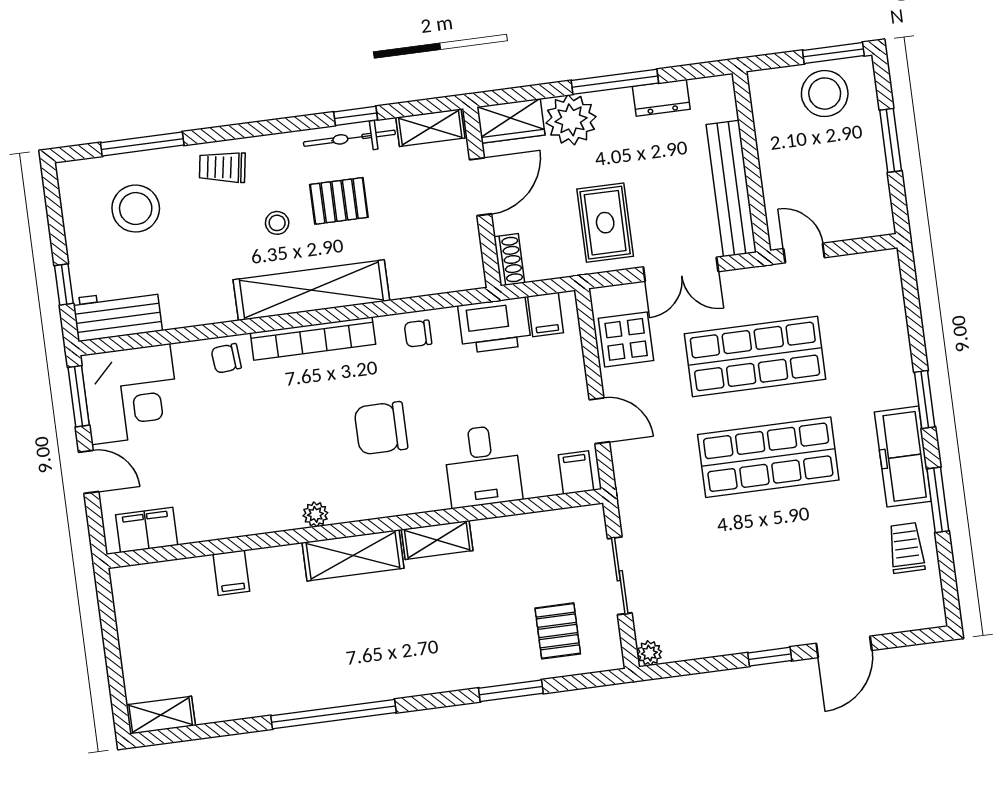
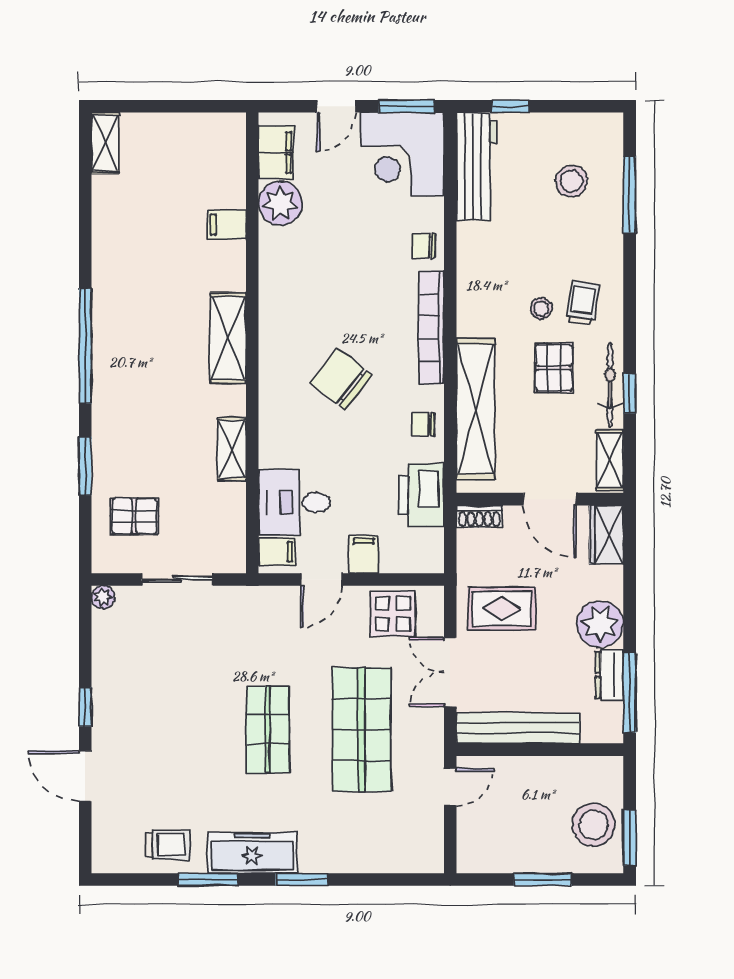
window: (615, 82) -> (630, 693), moved
plant: (571, 120) -> (600, 624), moved
trolley: (222, 167) -> (583, 303), moved
stool: (136, 209) -> (571, 181), width x0.73, depth x0.73
shelving: (311, 290) -> (476, 409), moved
filing cabinet: (546, 314) -> (364, 554), moved, turned 90
workbench: (117, 315) -> (477, 166), width x1.38
chair: (418, 334) -> (423, 424), turned -90
chair: (226, 358) -> (423, 246), turned -85
chair: (381, 428) -> (341, 379), turned -52
shop shelf: (768, 457) -> (268, 729), width x0.70, depth x0.74
desk: (483, 466) -> (294, 502), moved
plant: (315, 514) -> (280, 203), moved, width x1.88, depth x1.88
shelving: (437, 540) -> (232, 449), moved
window: (333, 714) -> (85, 346), moved

